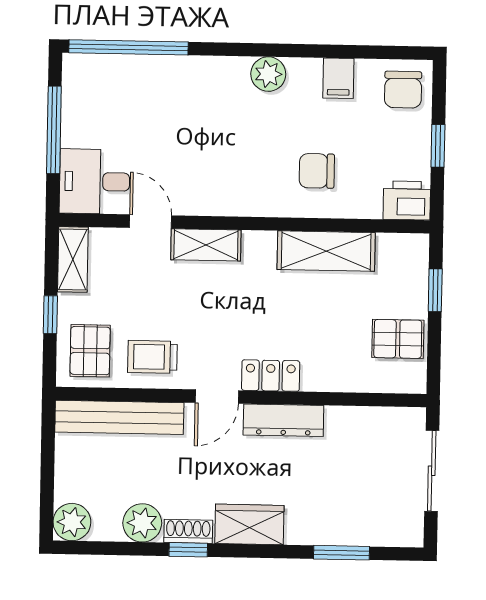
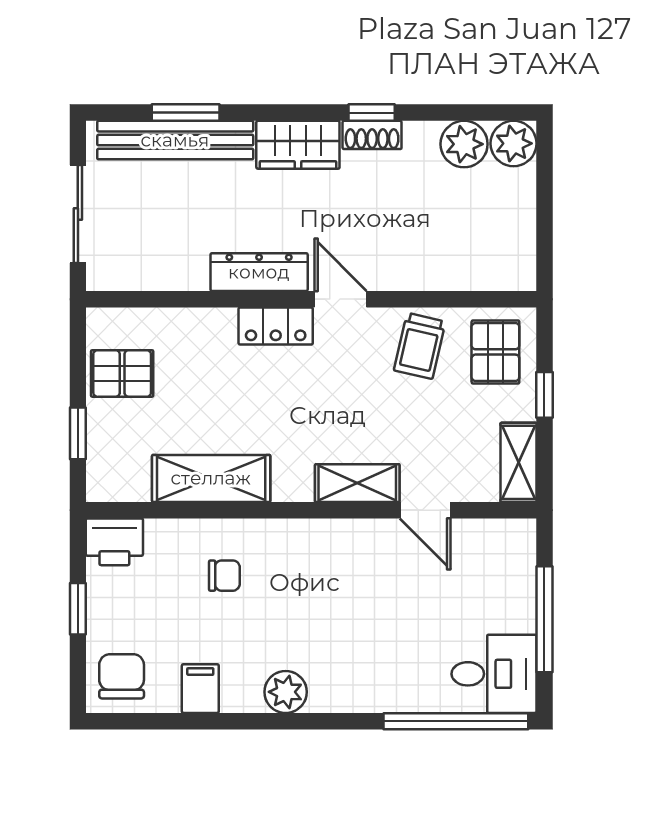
chair: (317, 171) -> (224, 576), width x0.73, depth x0.73
desk: (95, 181) -> (494, 674), moved
trolley: (152, 357) -> (420, 346), turned 103
door: (217, 397) -> (340, 299), hinge flipped
bench: (119, 417) -> (175, 140), moved
plant: (142, 523) -> (464, 144), moved

